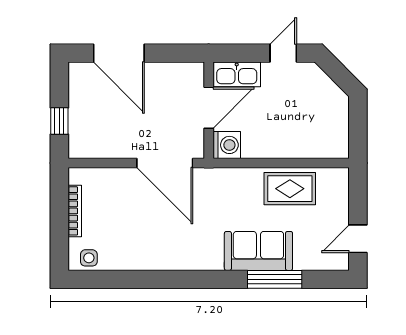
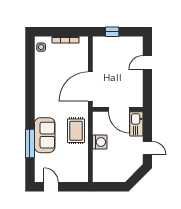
door: (119, 53) -> (147, 63), width x0.53
washing machine: (227, 145) -> (100, 142), moved, turned -90
rug: (290, 189) -> (76, 131), moved

